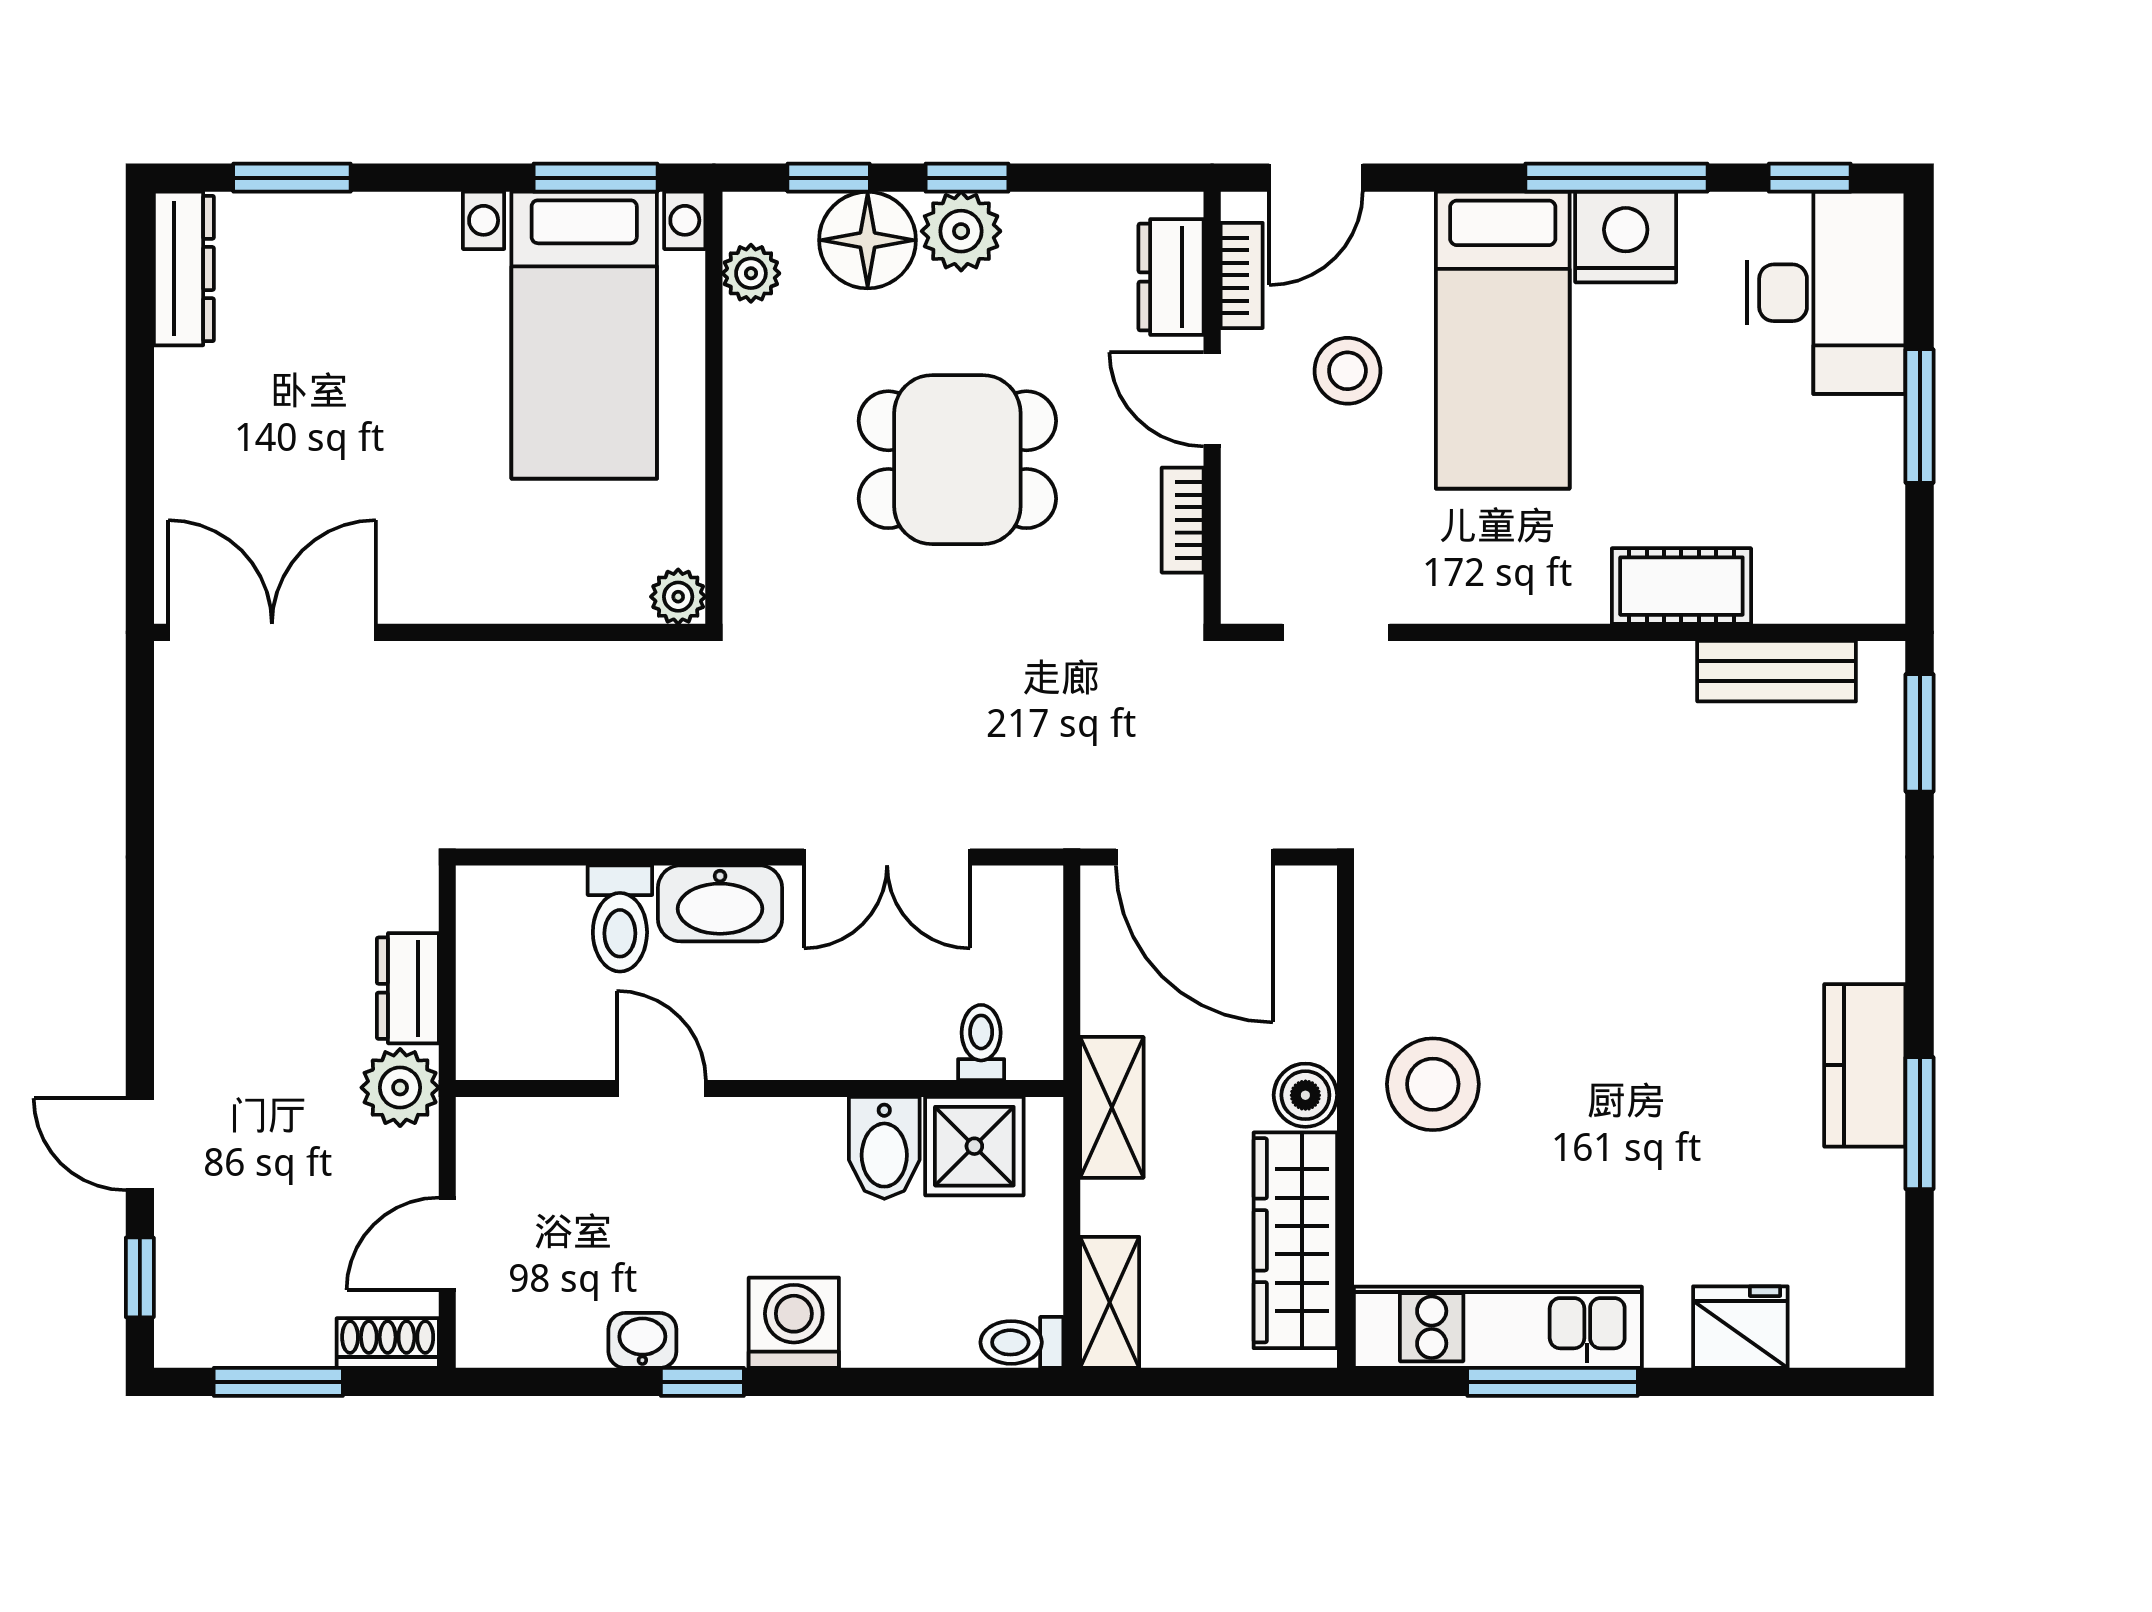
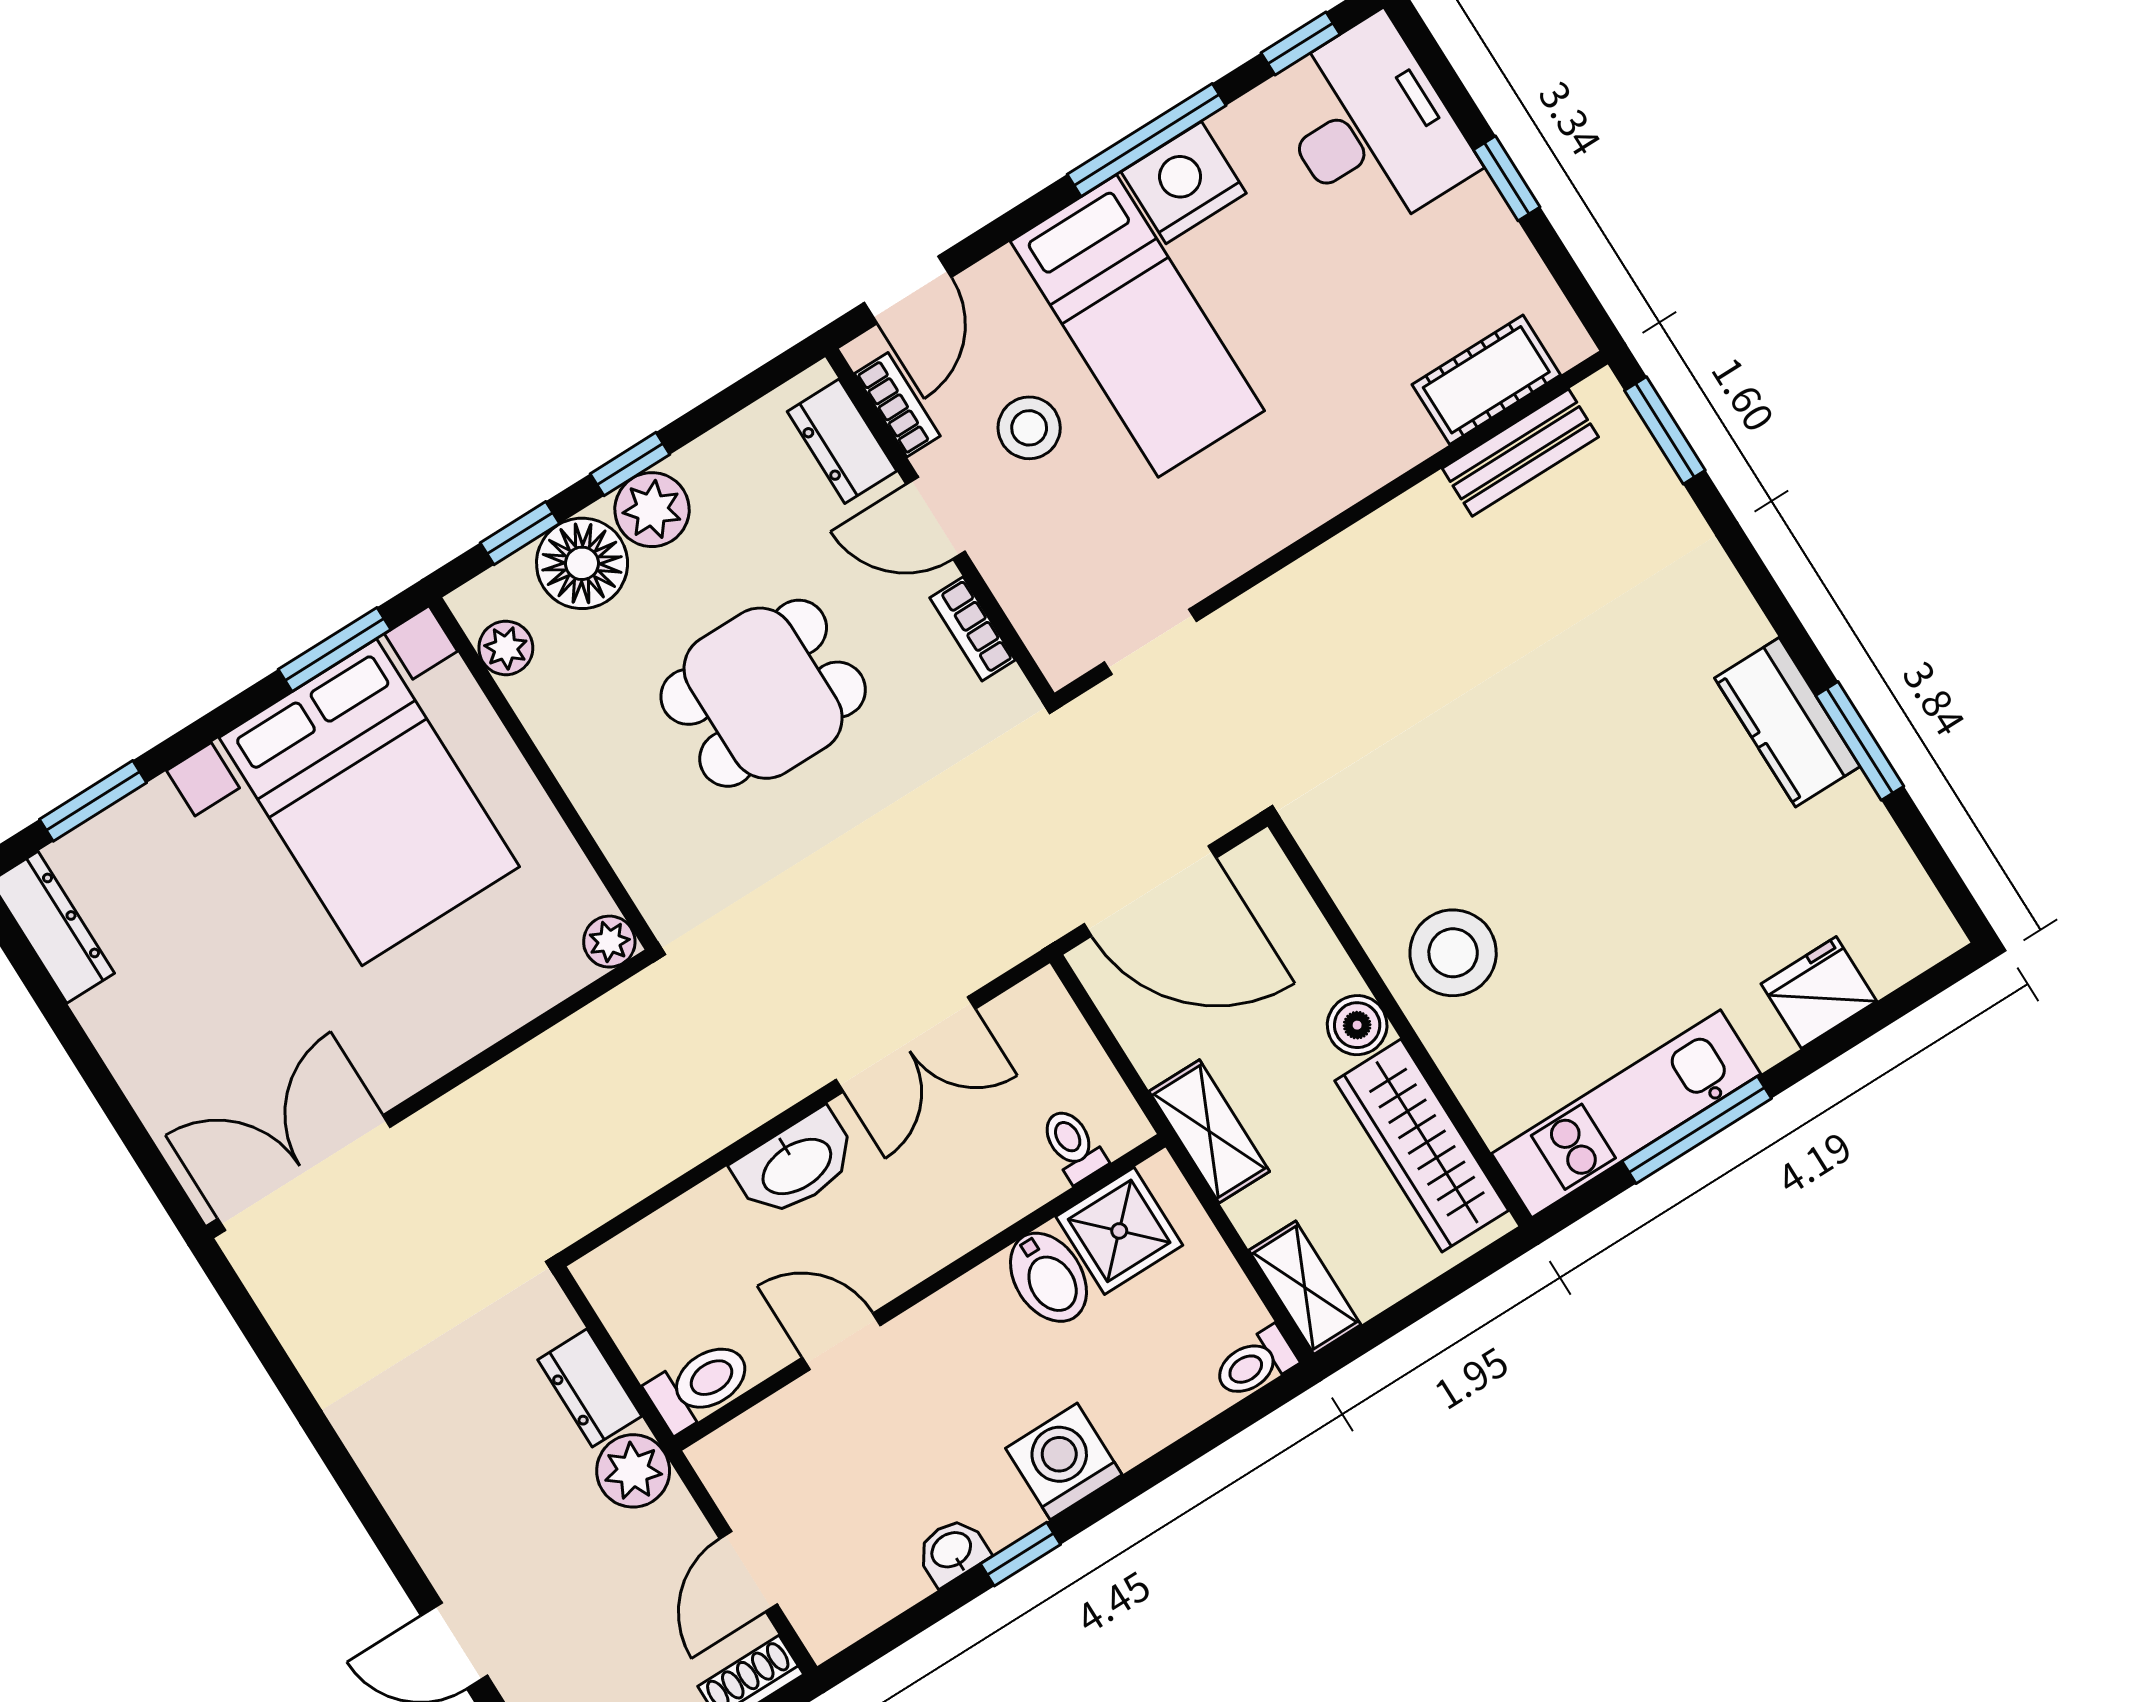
bed with nightstands: (584, 335) -> (369, 802), width x1.36
window: (1920, 416) -> (1507, 178), width x0.67
cot: (1681, 586) -> (1486, 380), moved
toilet: (620, 918) -> (700, 1385), moved, turned -90

